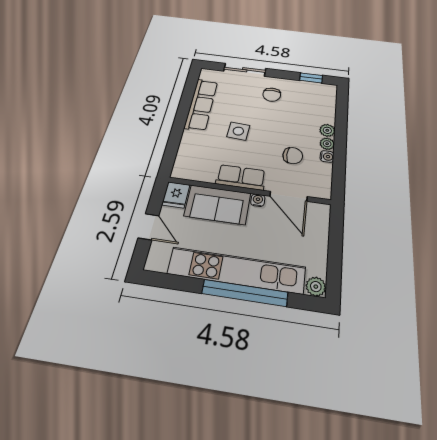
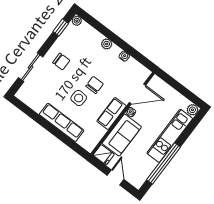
row of seats: (201, 104) -> (62, 122), moved
plant: (327, 144) -> (77, 21), moved
chair: (293, 156) -> (95, 85), moved
door: (149, 227) -> (116, 177), hinge flipped
kitchen unit: (237, 270) -> (170, 136), width x0.73
window: (245, 293) -> (164, 163), moved

